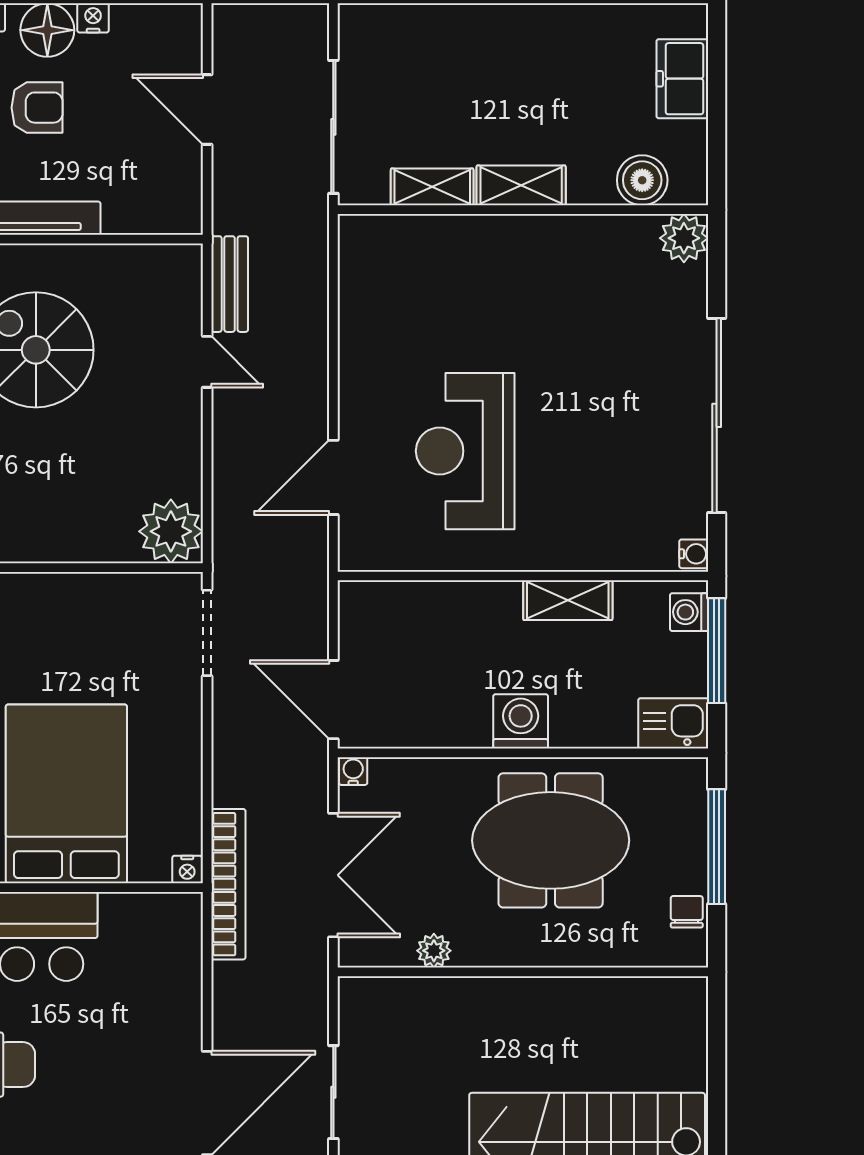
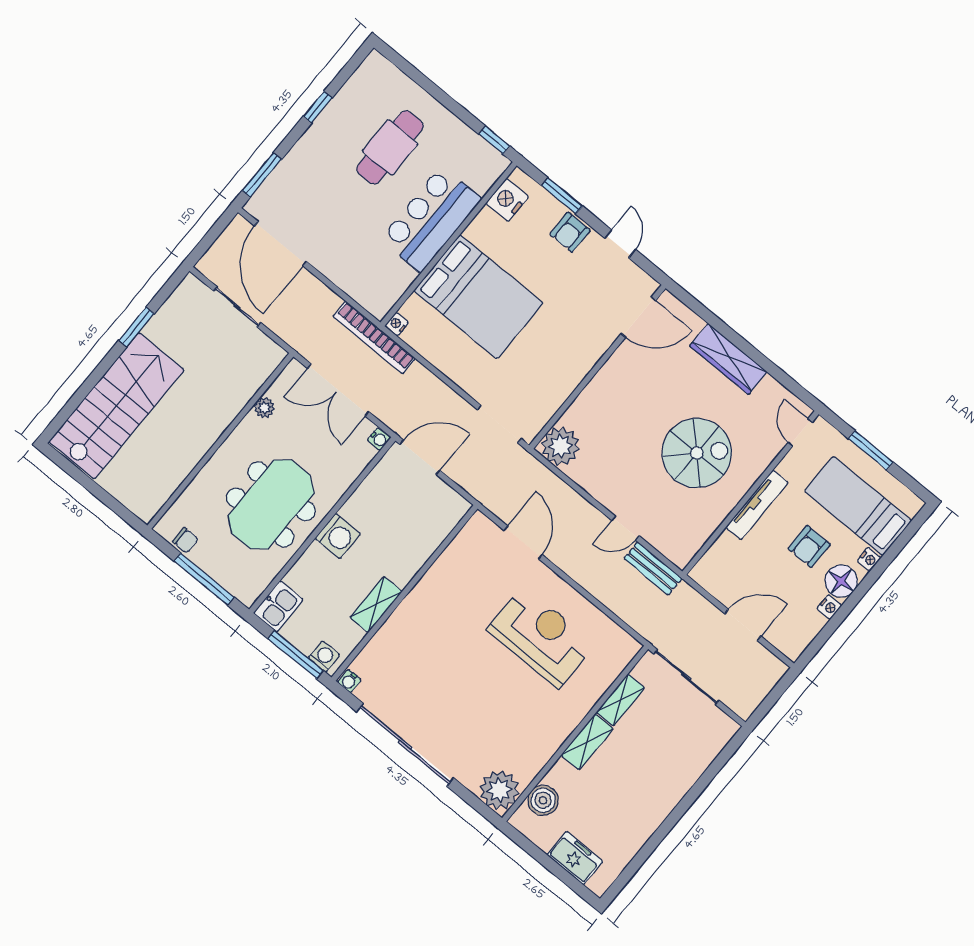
plant: (684, 238) -> (499, 790), width x1.36, depth x1.36
reception desk: (465, 451) -> (541, 637), moved

